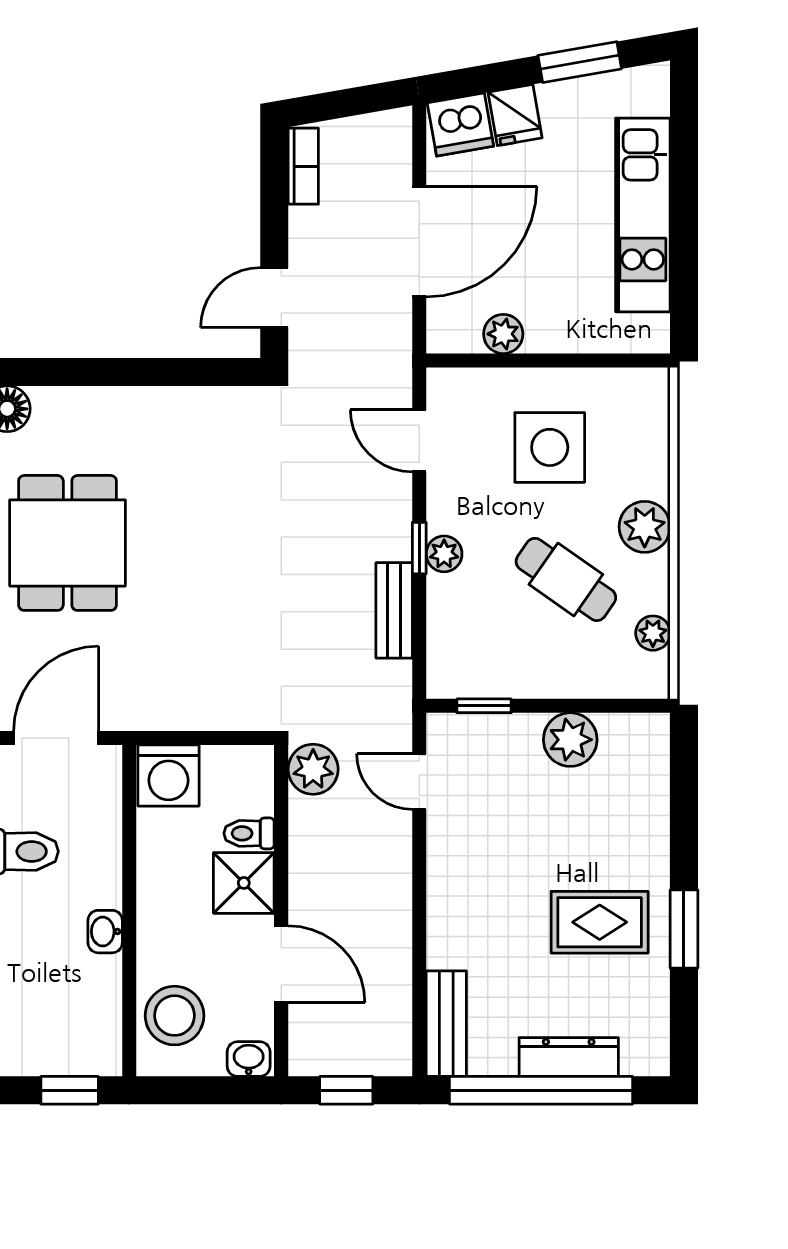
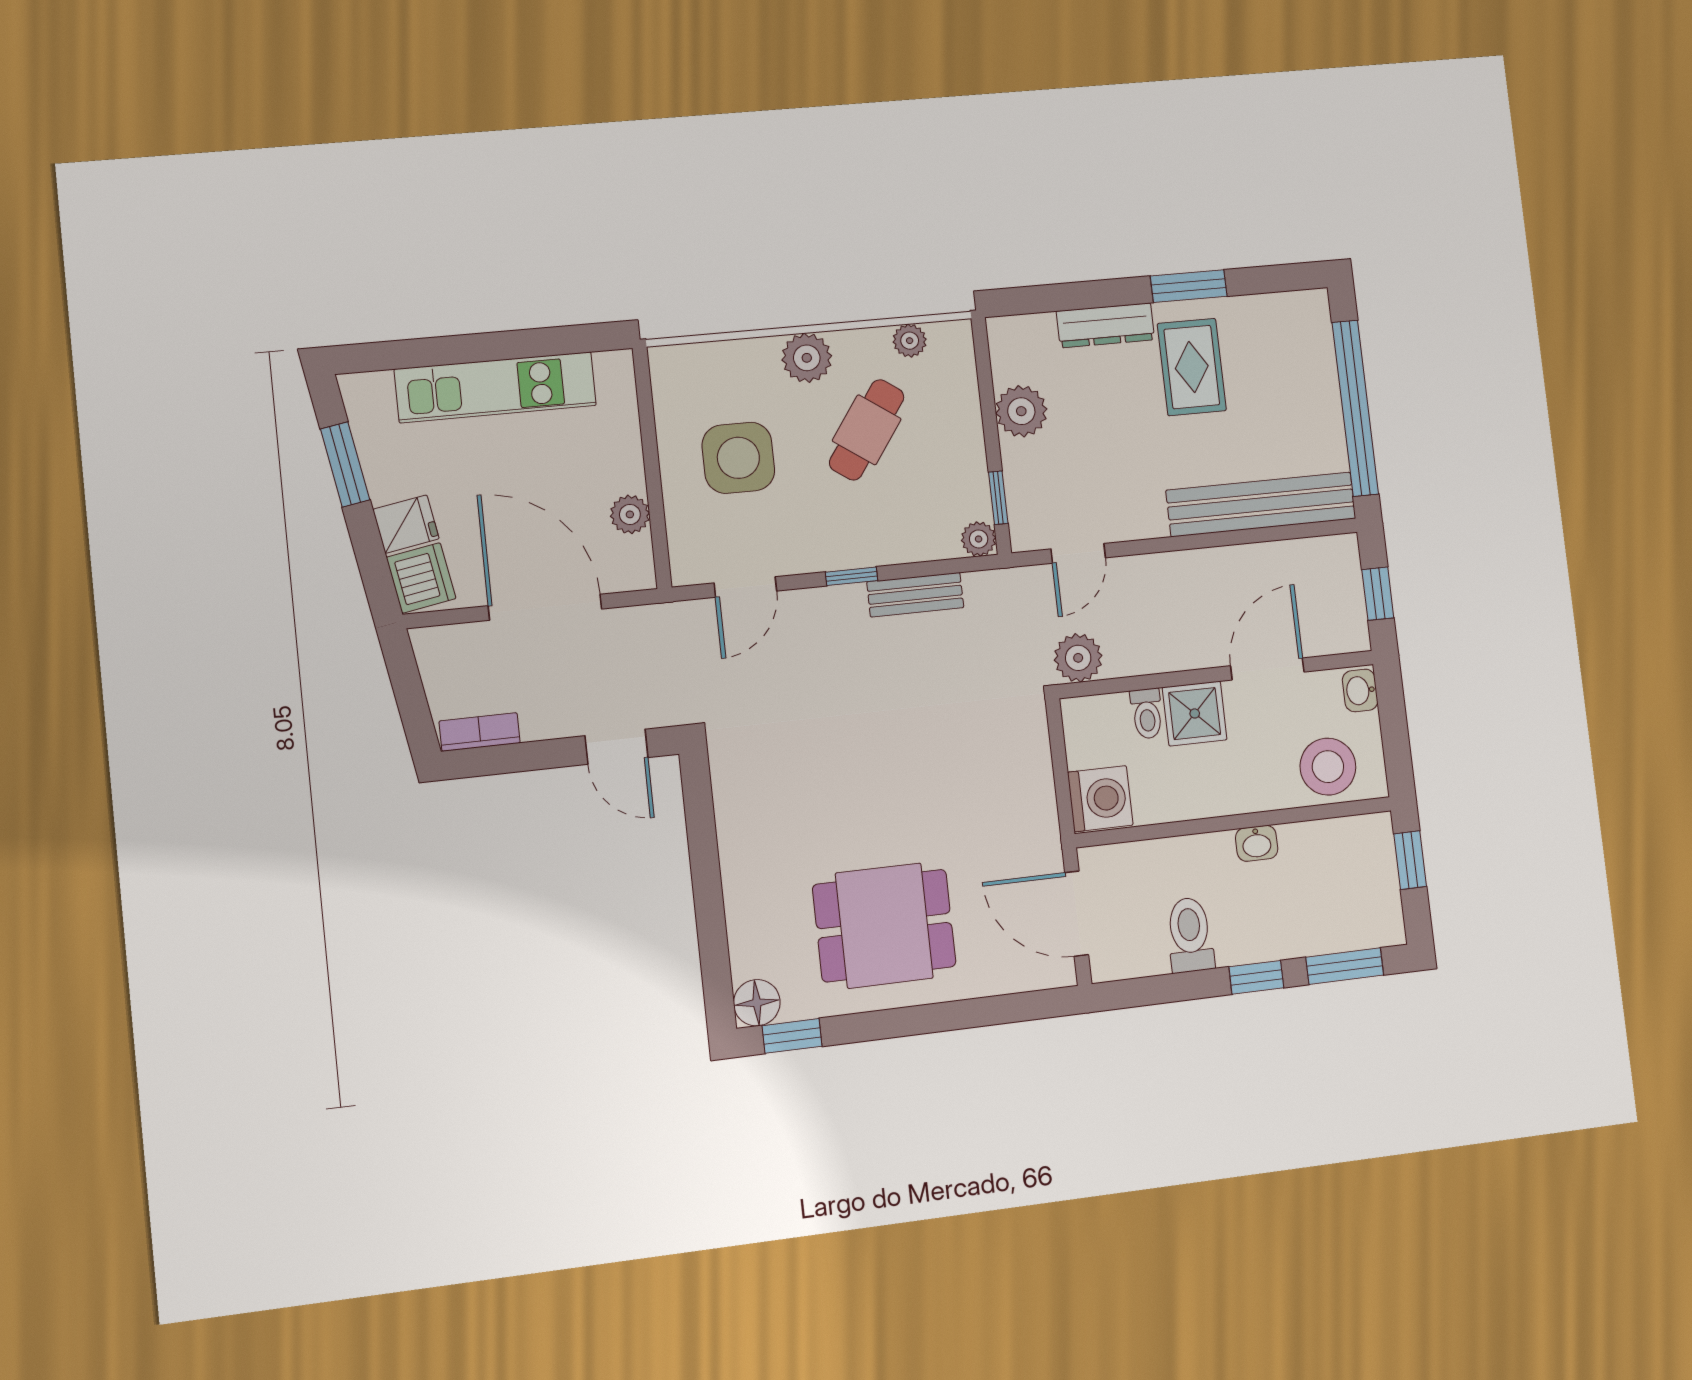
plant: (444, 554) -> (979, 539), moved
bench: (446, 1024) -> (1261, 504), width x1.86, depth x1.21
dresser: (569, 1057) -> (1105, 325), moved, turned -90

